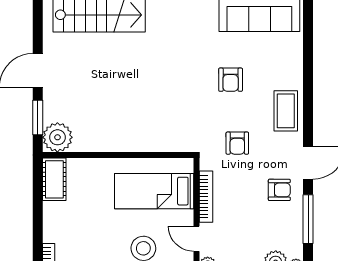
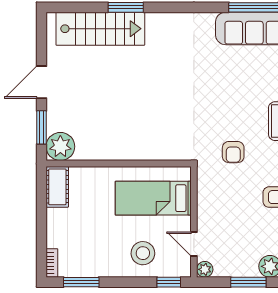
armchair: (231, 80) -> (227, 91), removed
bookcase: (206, 197) -> (203, 204), removed

